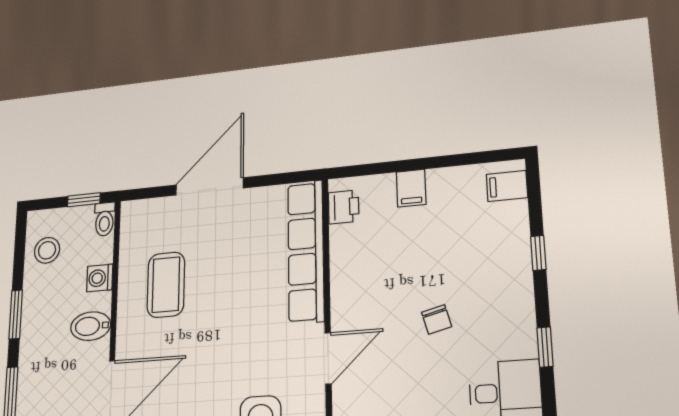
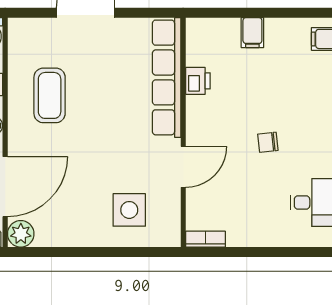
printer: (344, 207) -> (198, 81), moved
chair: (437, 319) -> (268, 142), turned 99

